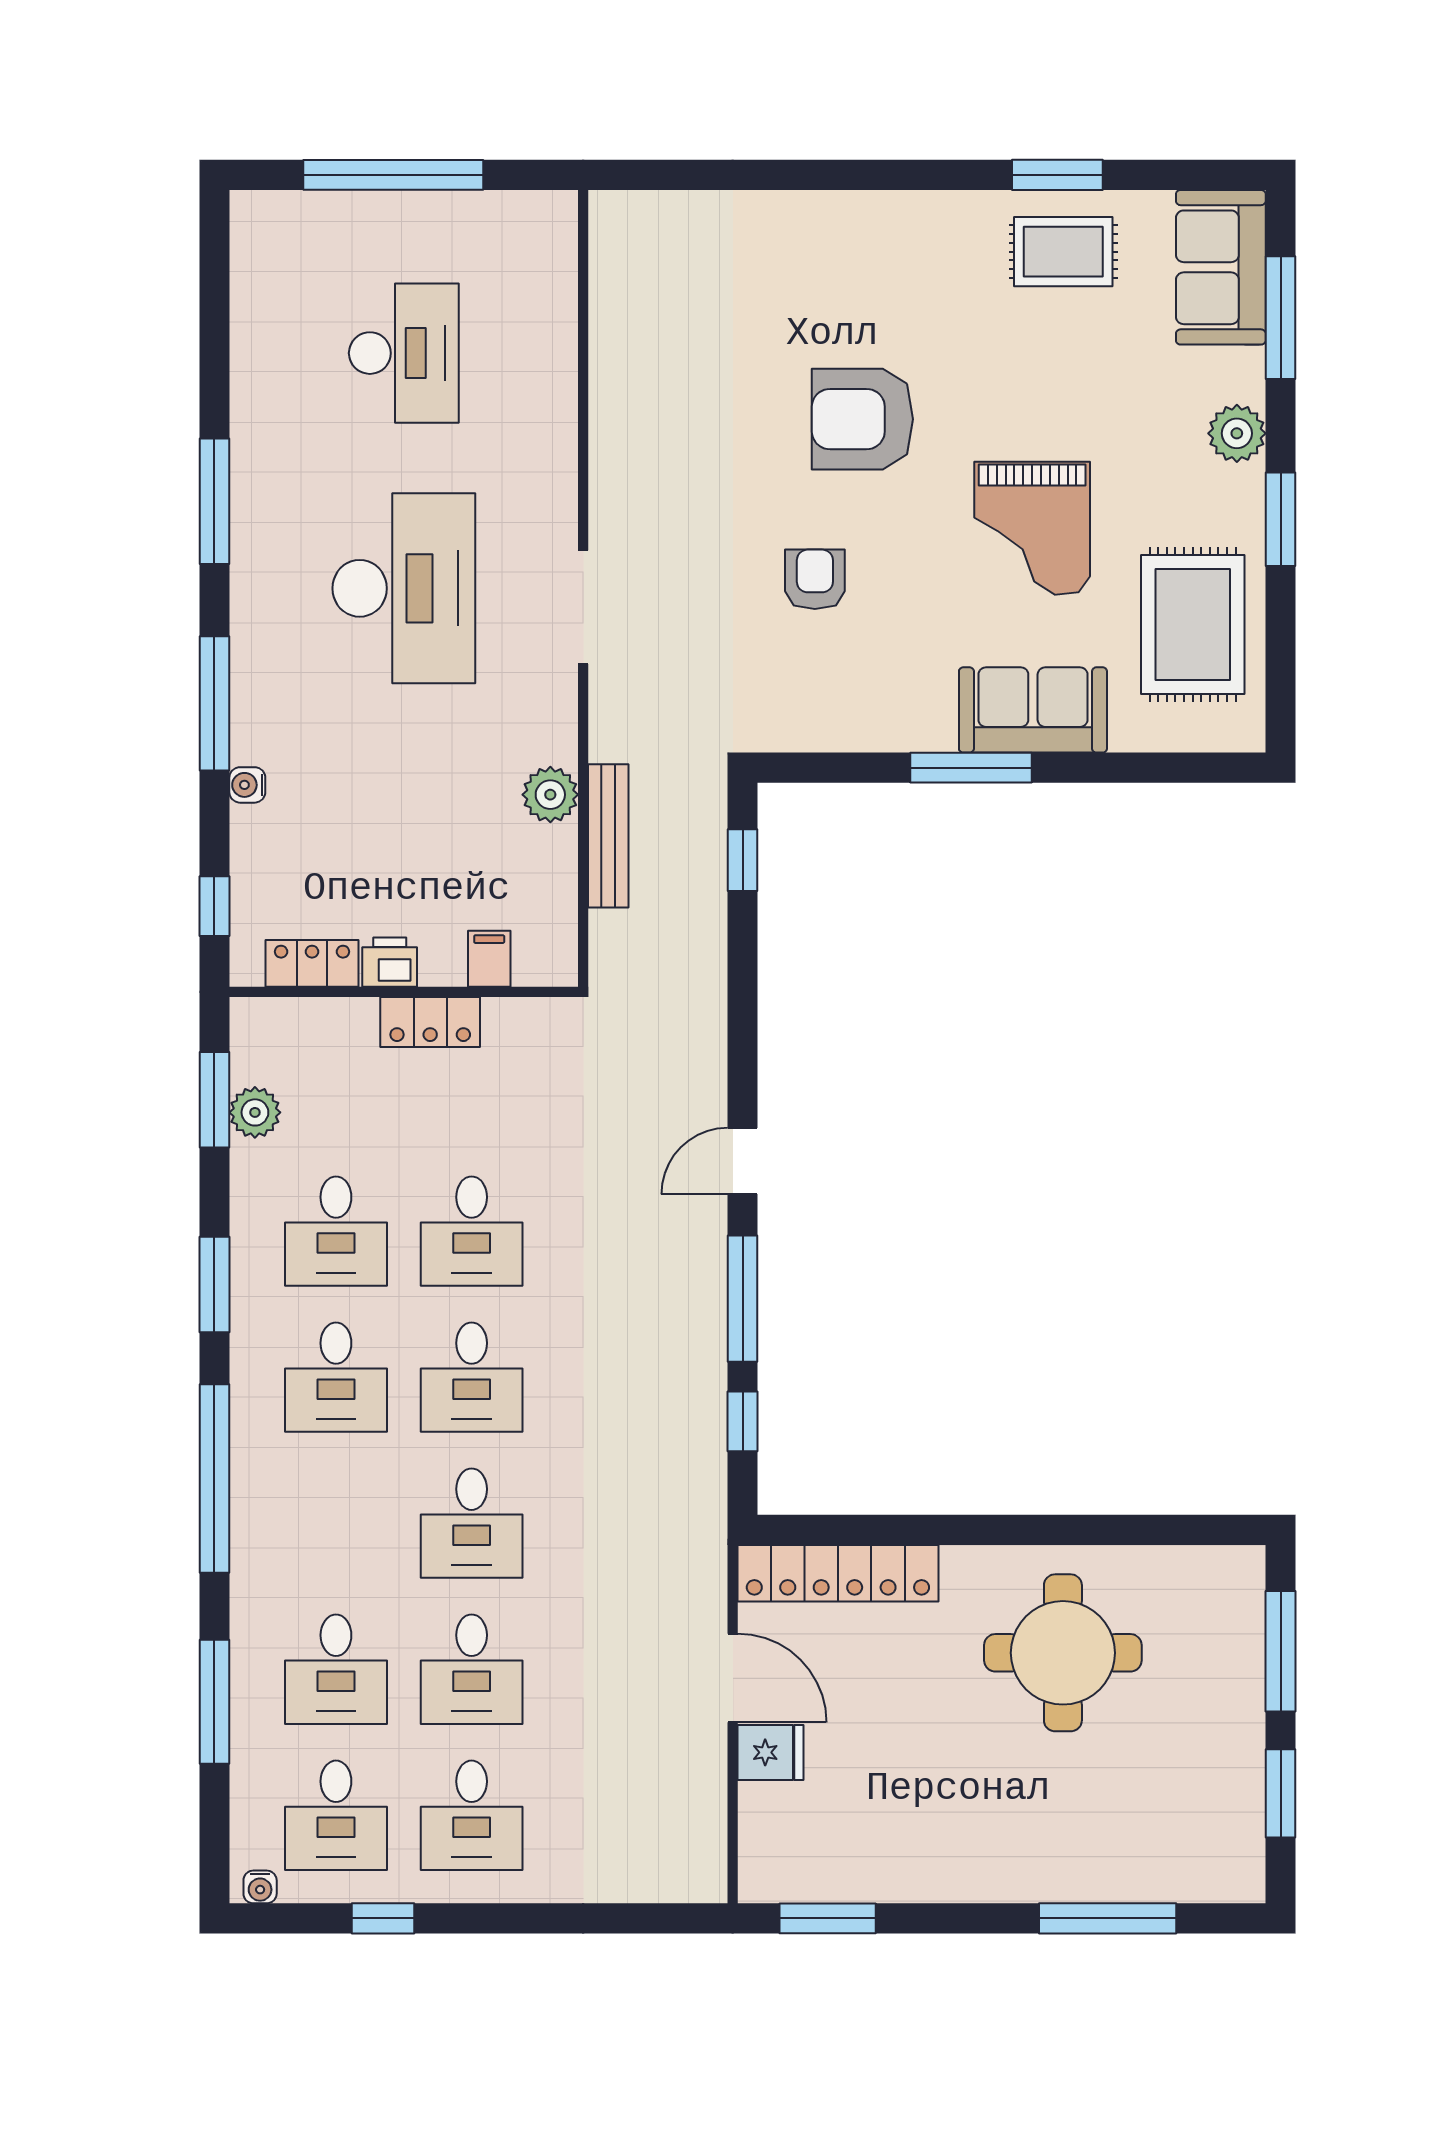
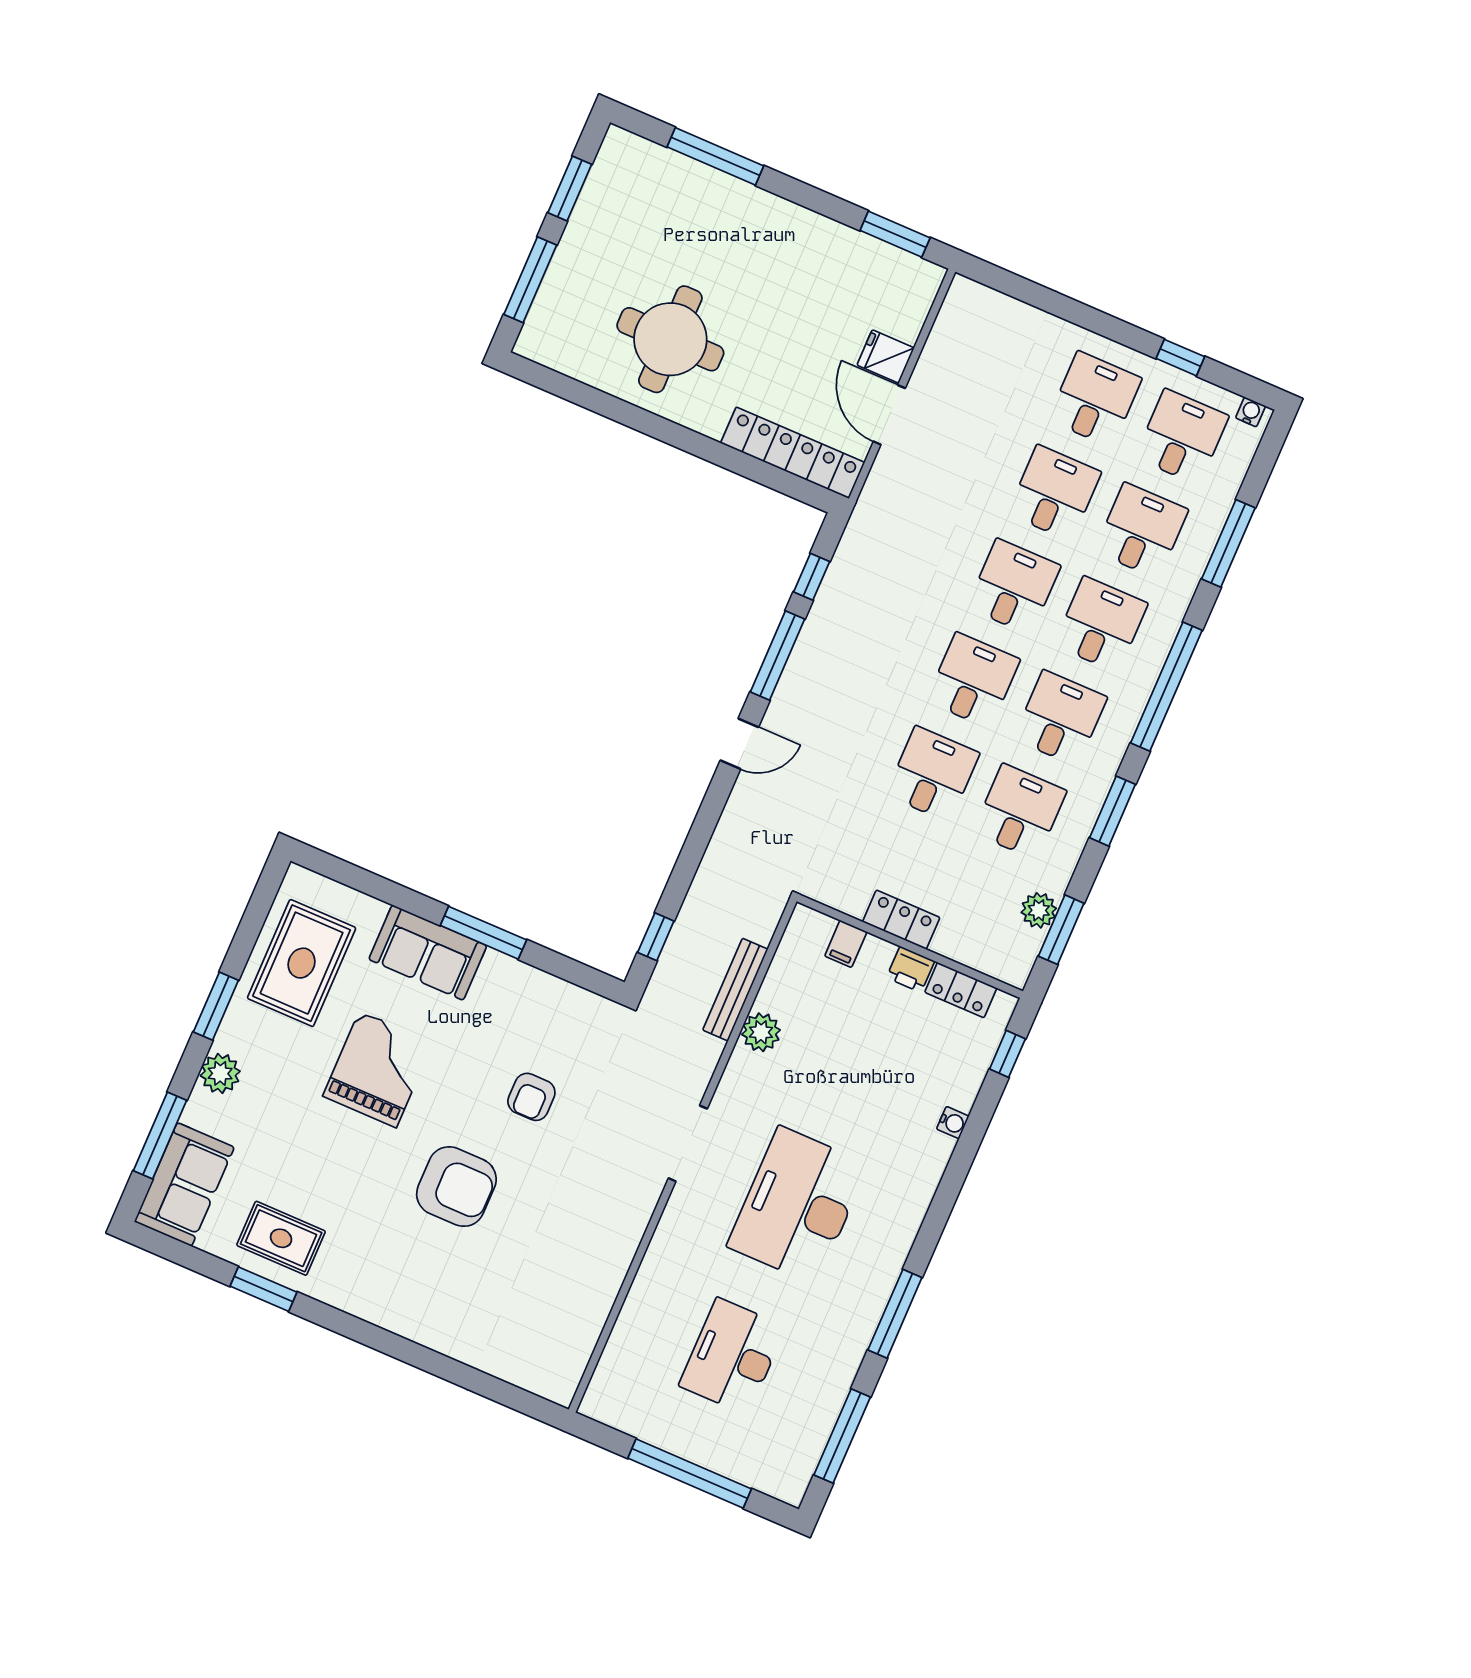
window: (214, 703) -> (842, 1436), moved
desk: (336, 1523) -> (1101, 624), added

